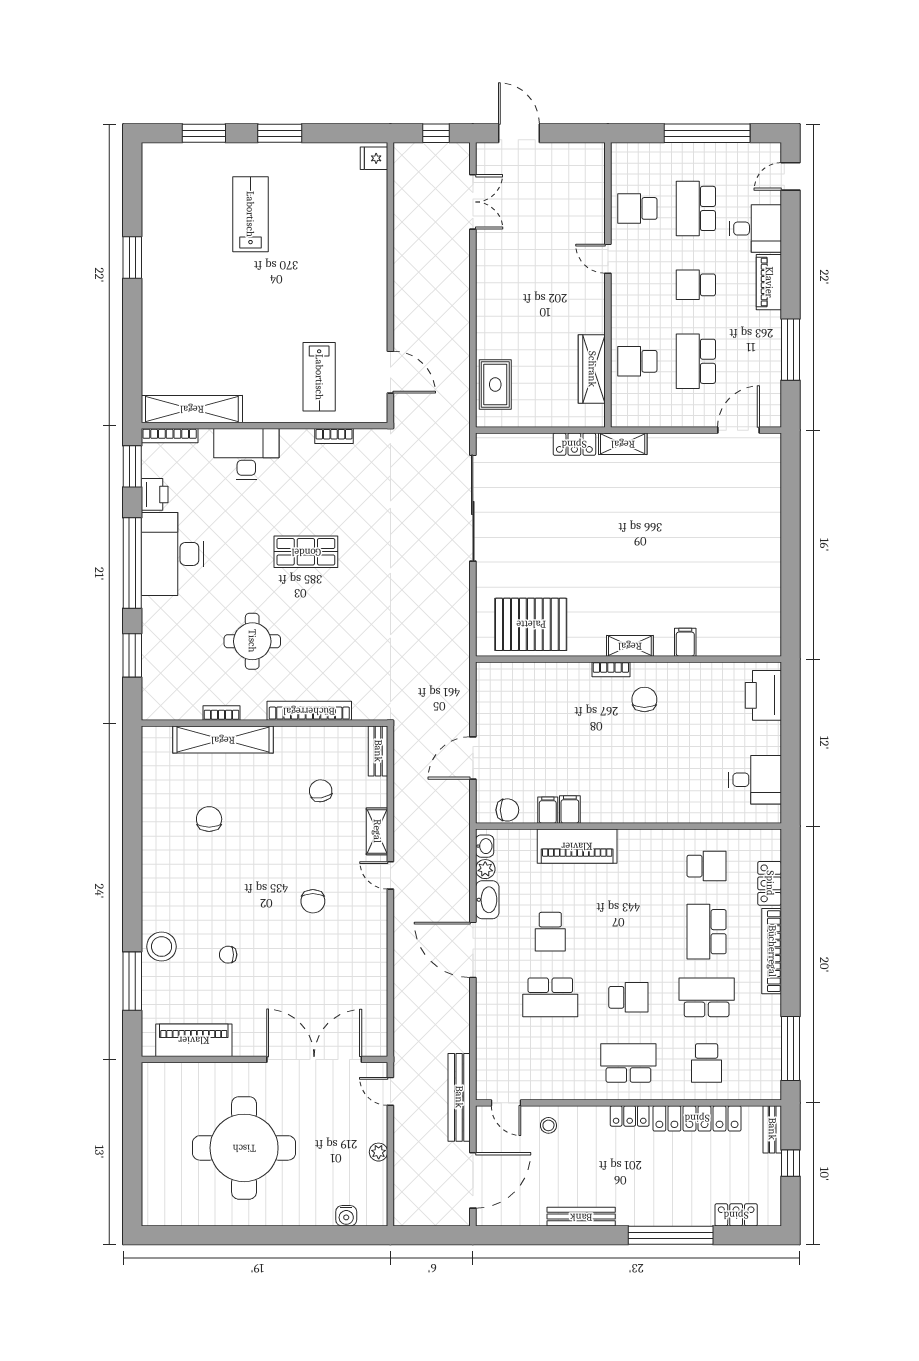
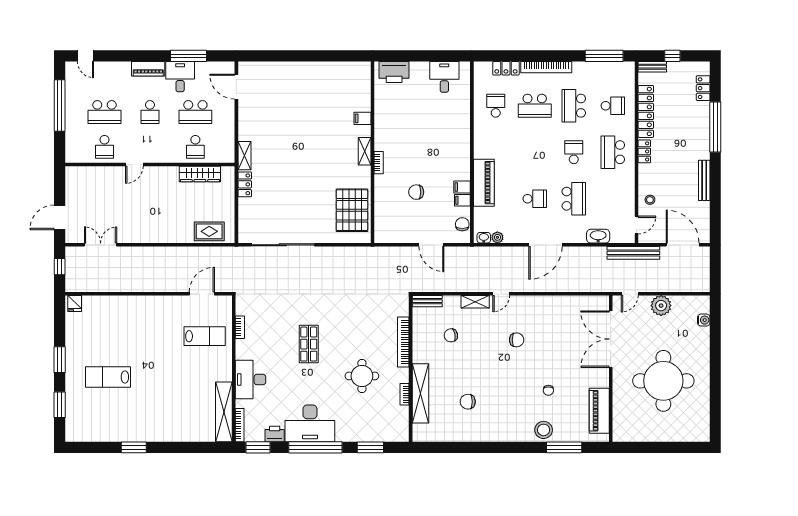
desk: (755, 229) -> (180, 77), moved
chair: (644, 699) -> (416, 192), moved
washbasin: (487, 900) -> (598, 236), moved
plant: (379, 1152) -> (661, 306), width x1.88, depth x1.88

